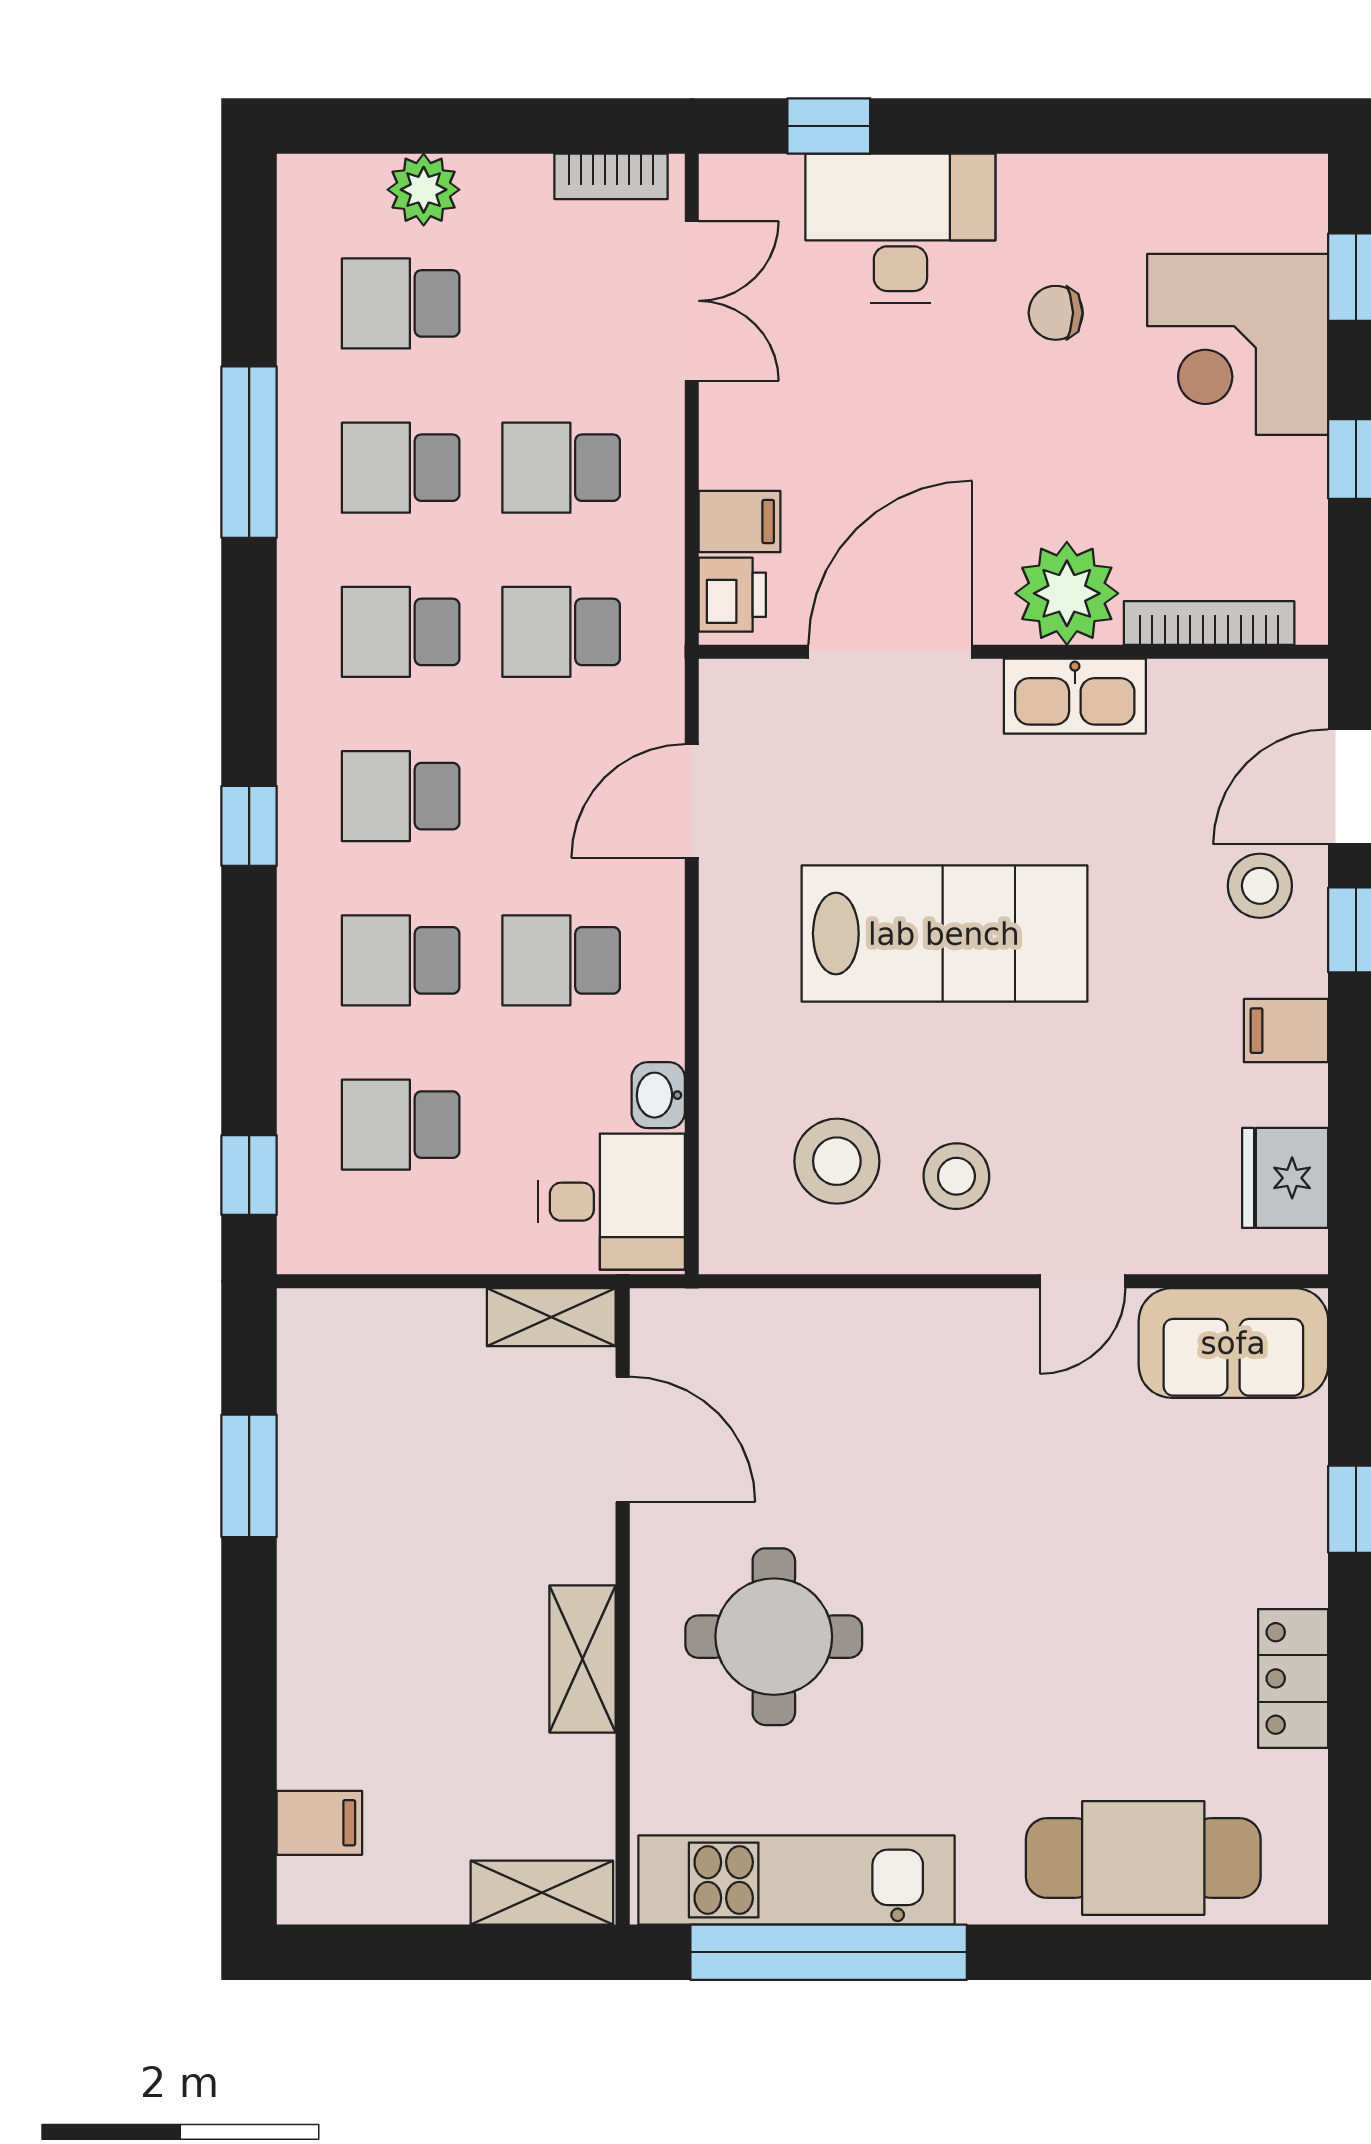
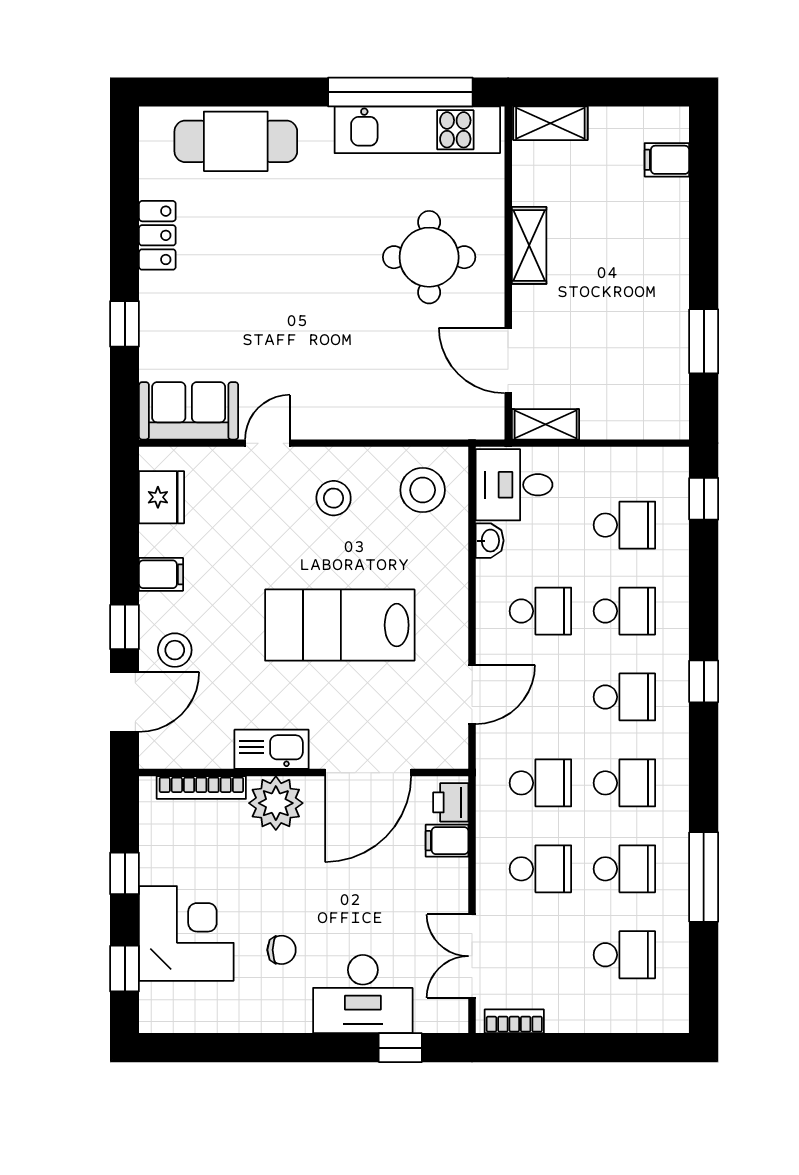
plant: (424, 190) -> (612, 1014), removed
stool: (837, 1161) -> (423, 490), moved

